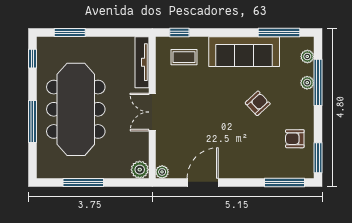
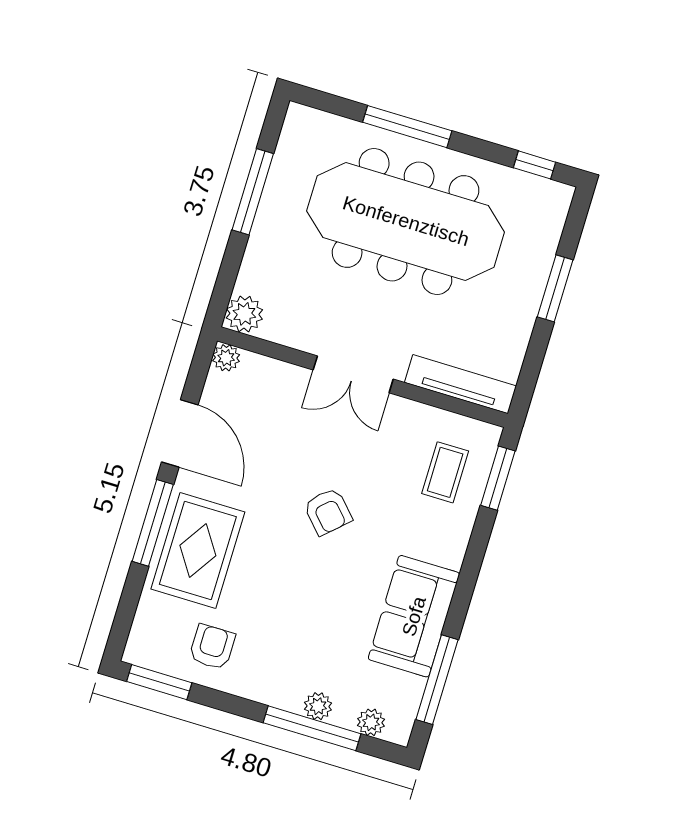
window: (70, 32) -> (555, 288), moved
window: (179, 32) -> (498, 478), width x1.50
sofa: (244, 52) -> (414, 616), width x0.73
armchair: (258, 103) -> (328, 512), moved
double door: (152, 112) -> (353, 374), swing flipped
rug: (253, 158) -> (198, 550), added
window: (285, 183) -> (153, 523), moved

